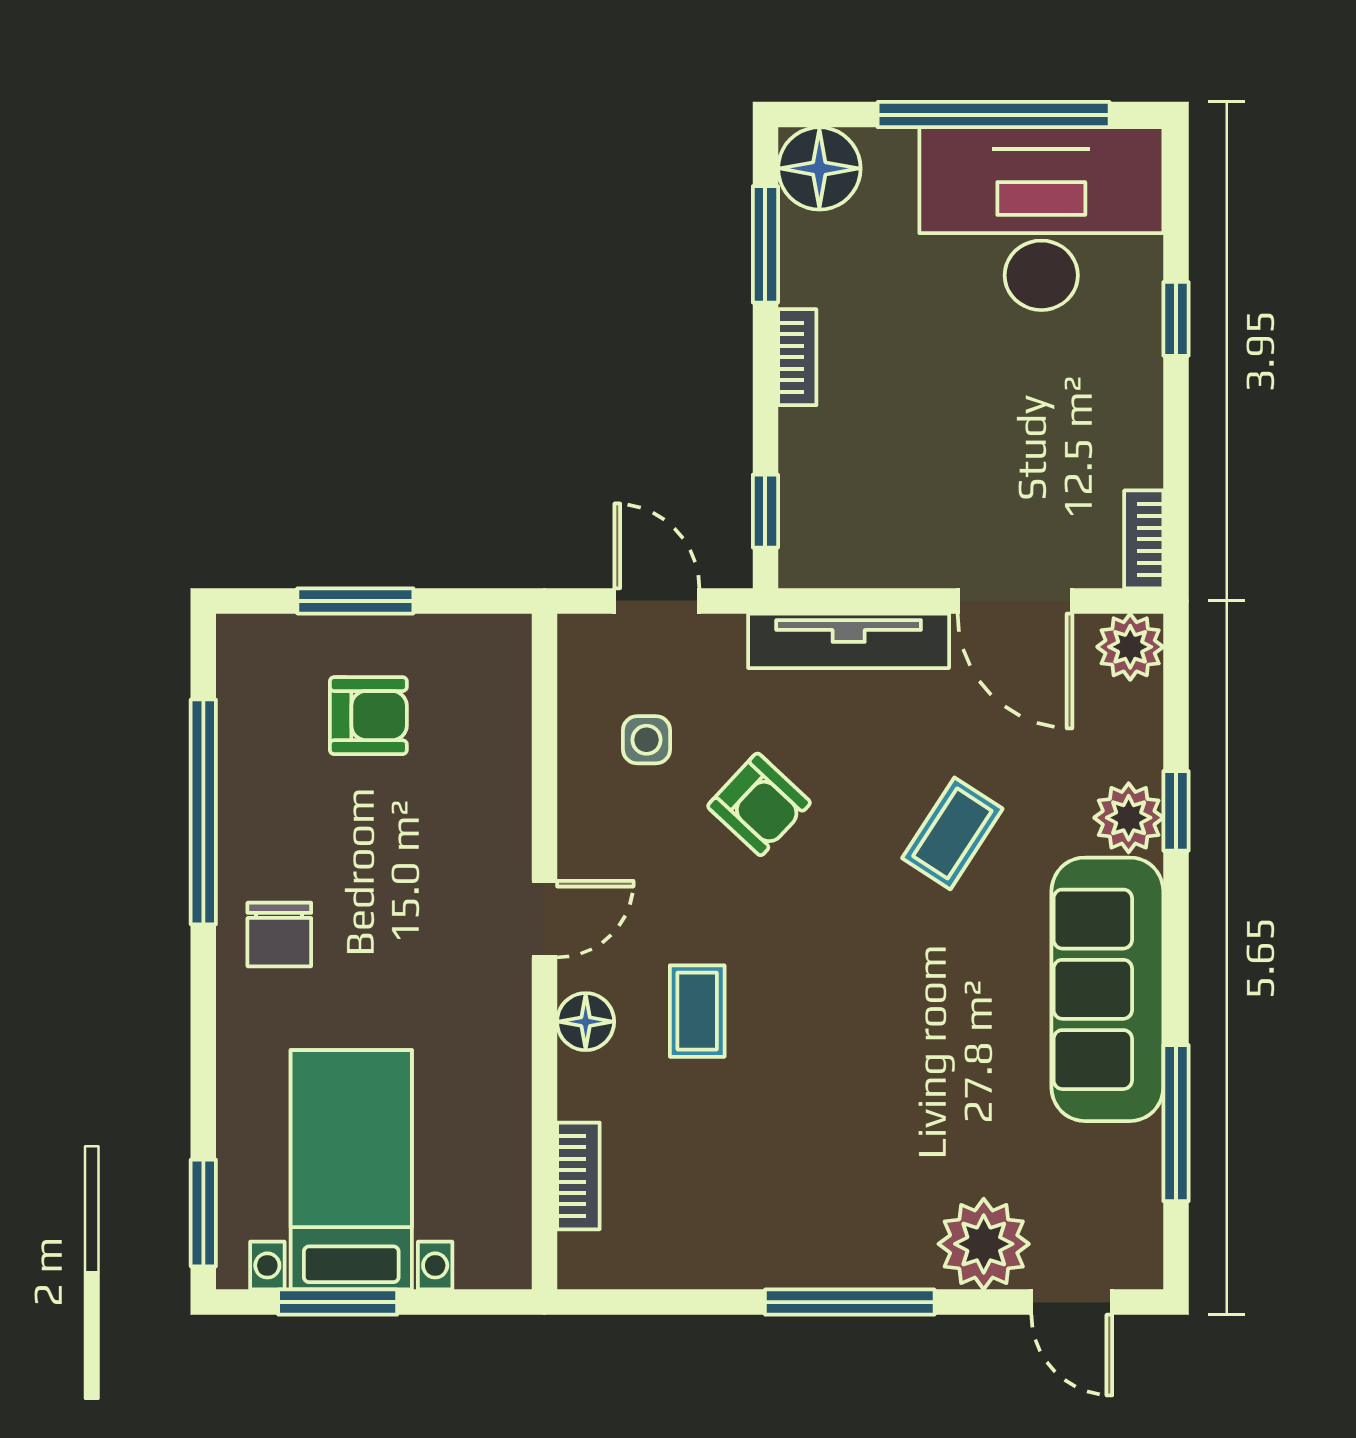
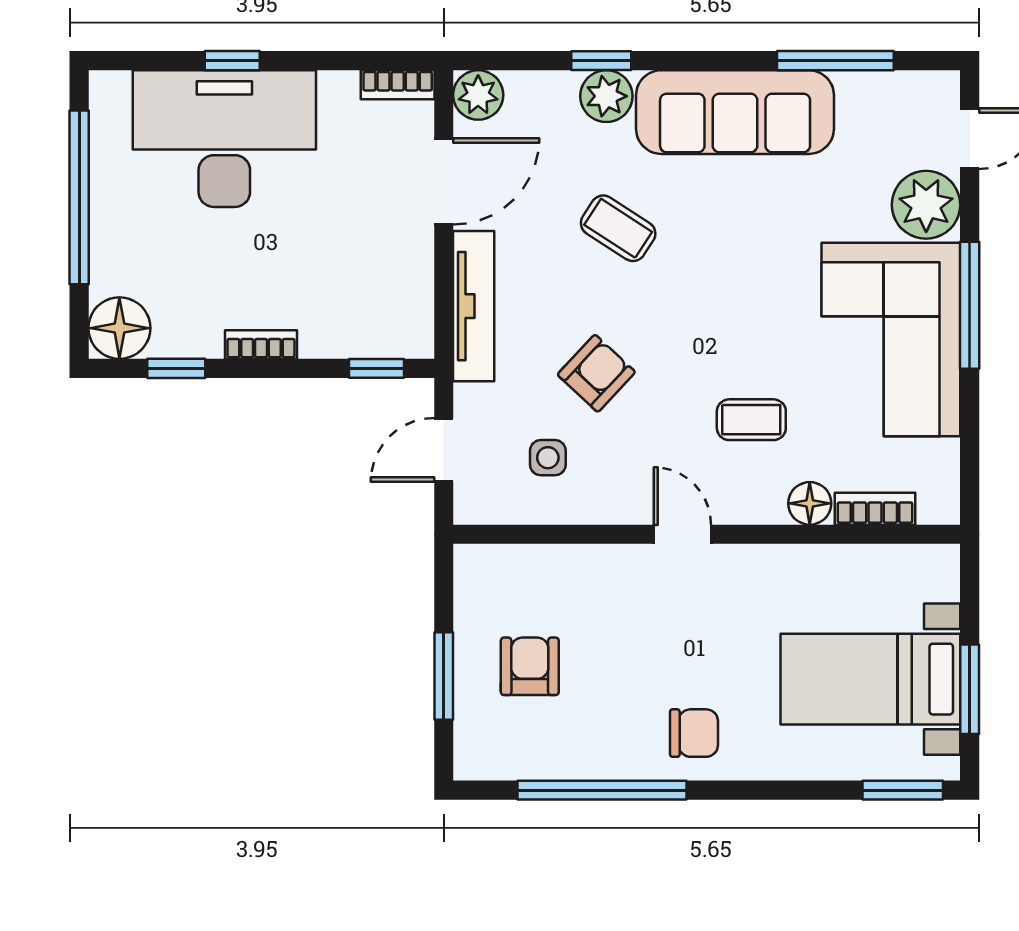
desk: (1041, 219) -> (224, 139), moved, turned 90
window: (765, 244) -> (176, 368), width x0.67
floor lamp: (586, 1022) -> (810, 503), moved
corner sofa: (804, 1197) -> (891, 340), added

